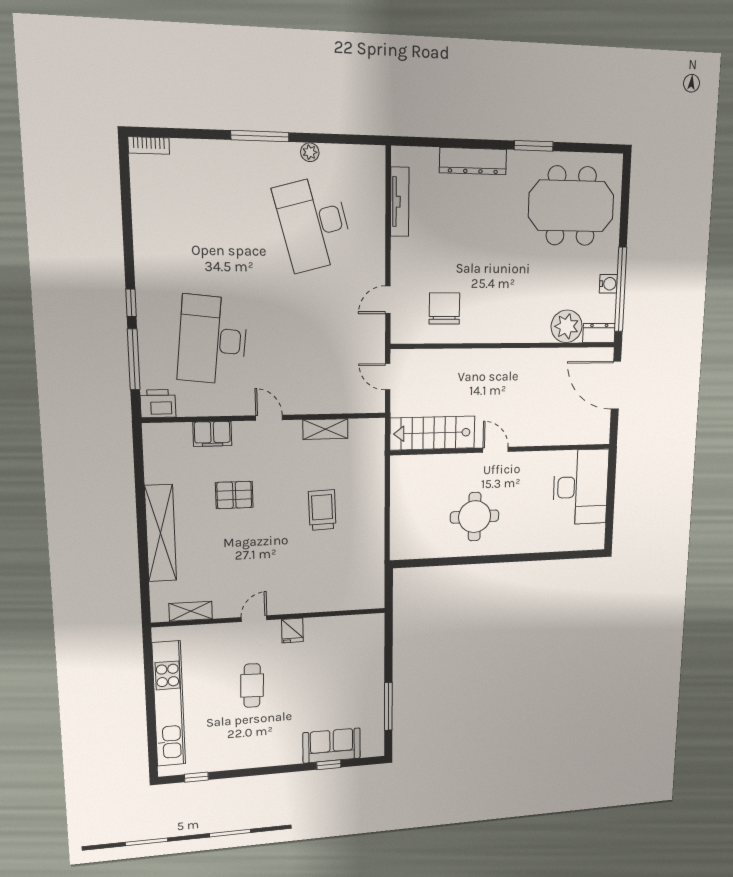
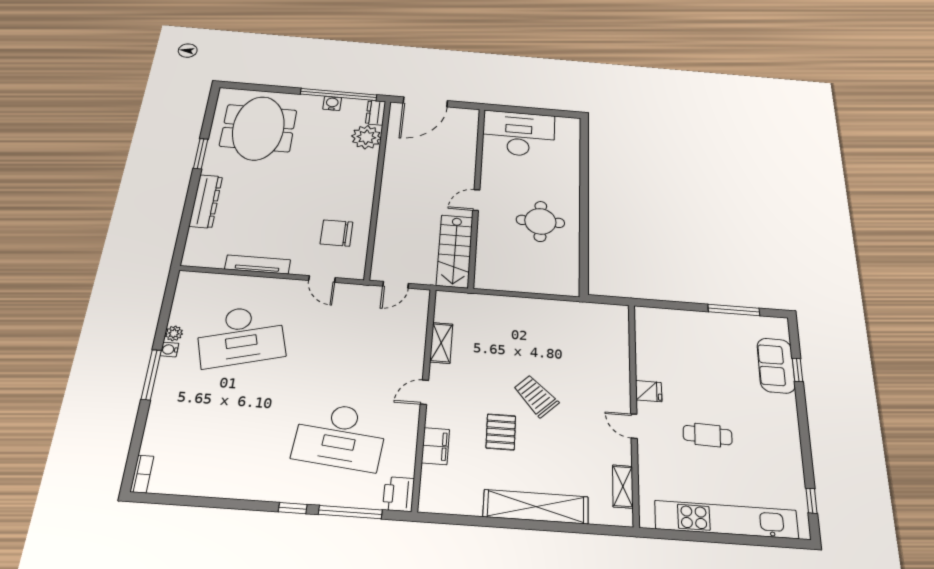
water cooler: (291, 151) -> (169, 349), added
tv unit: (400, 202) -> (258, 264), moved
trolley: (322, 510) -> (536, 396), moved, turned 48

